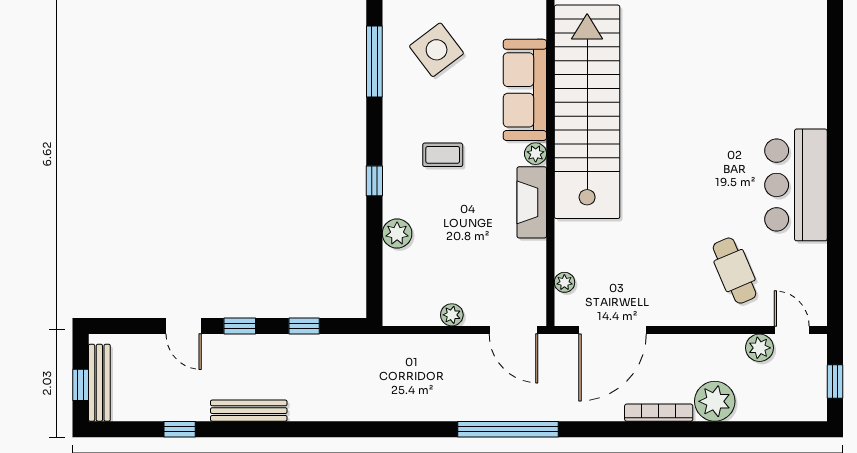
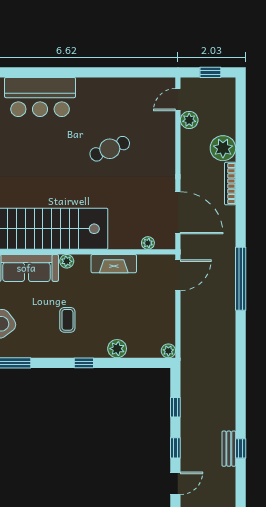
bar counter: (796, 185) -> (40, 97), moved
fireplace: (532, 202) -> (114, 264), moved
cafe table: (735, 271) -> (110, 149), moved
plant: (452, 315) -> (168, 351), moved
bench: (249, 411) -> (229, 449), width x0.73
window: (180, 429) -> (241, 448), moved

